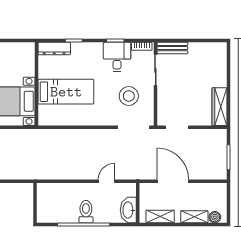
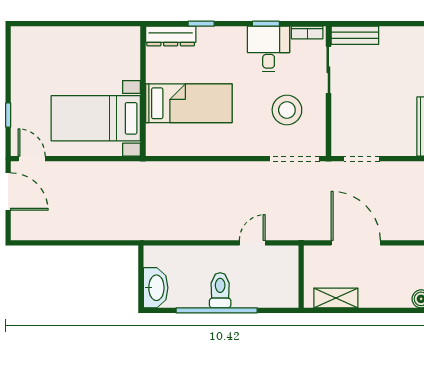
washbasin: (128, 210) -> (156, 288), moved, turned 180
shelving: (194, 217) -> (389, 298), removed

